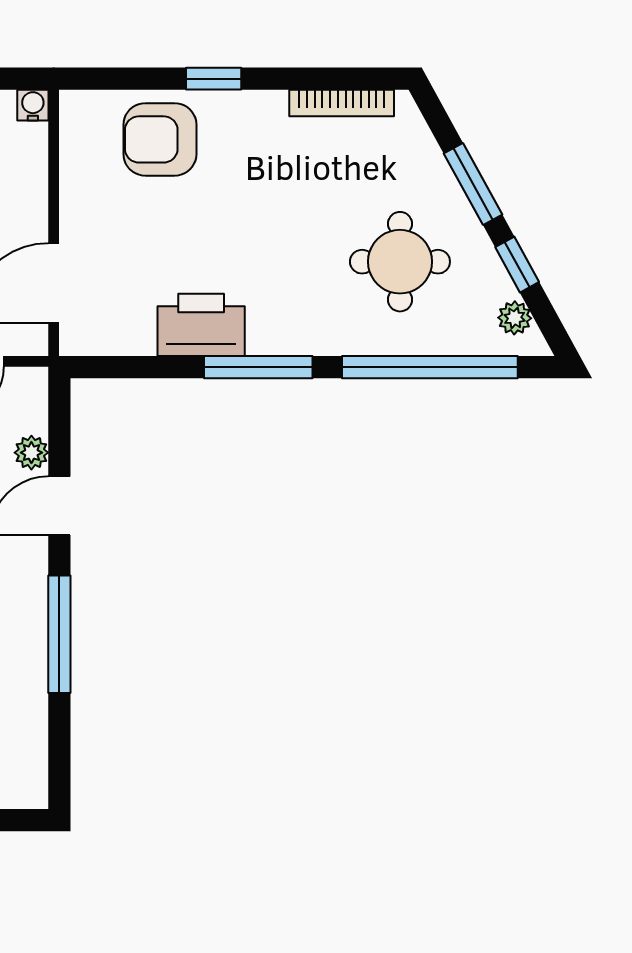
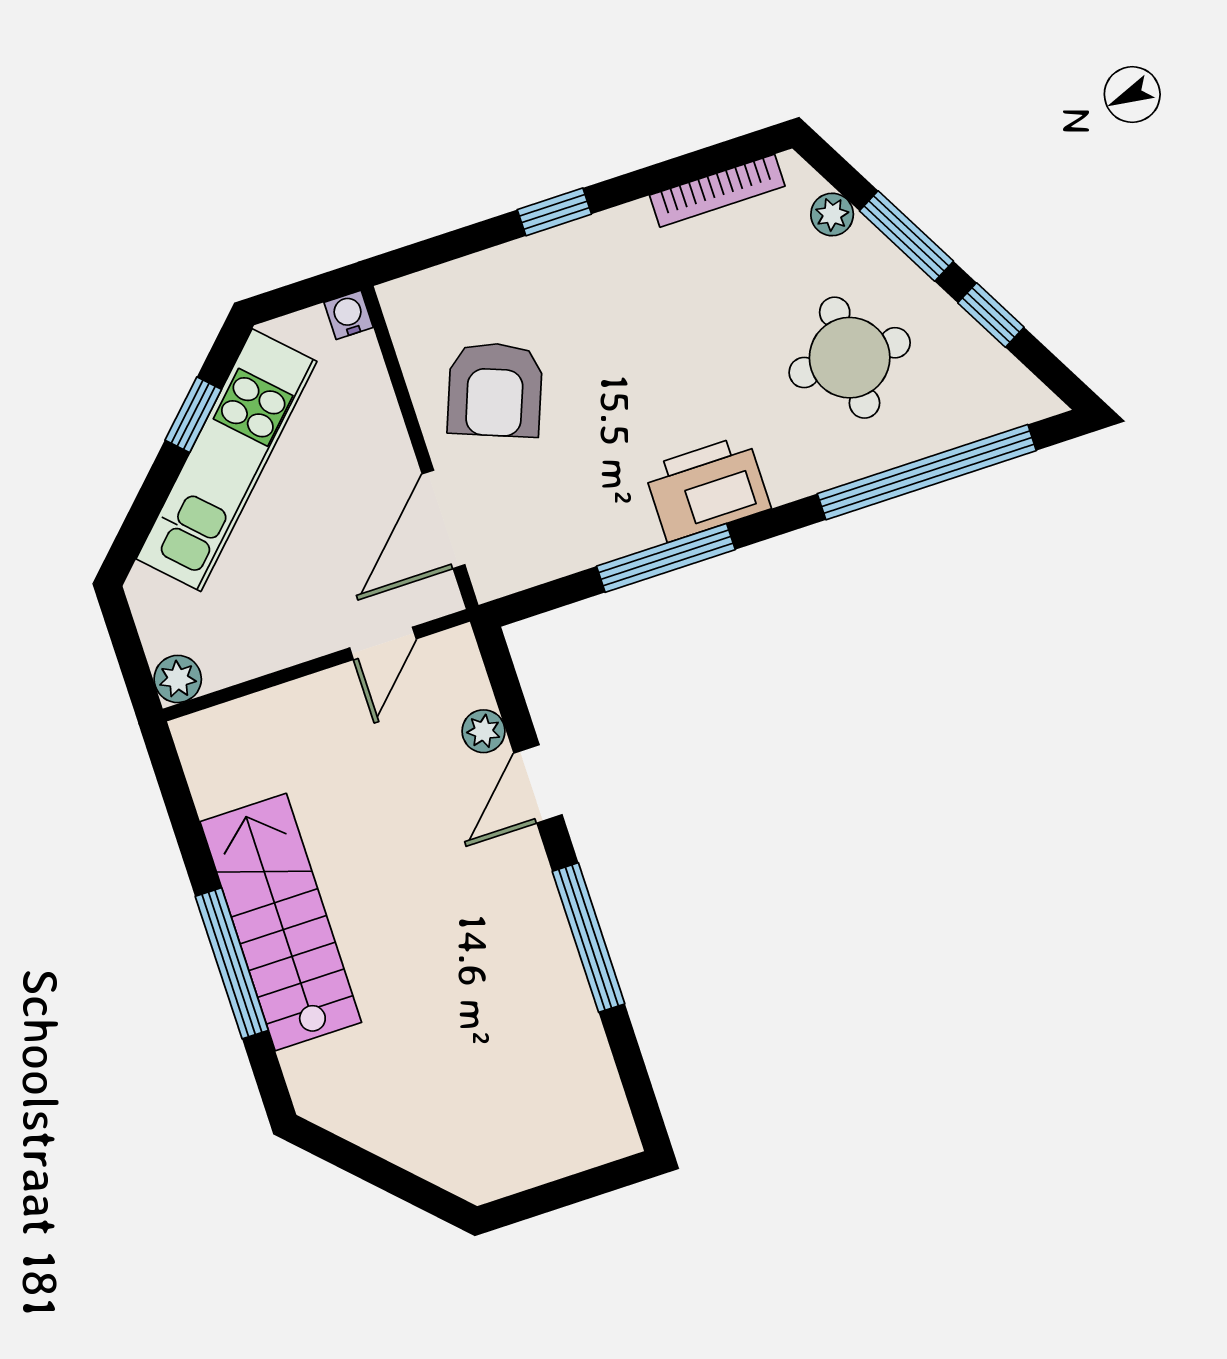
armchair: (160, 139) -> (495, 390), moved, turned -69
plant: (515, 318) -> (832, 214), moved
printer: (201, 325) -> (707, 488), moved
window: (258, 367) -> (666, 558), moved

